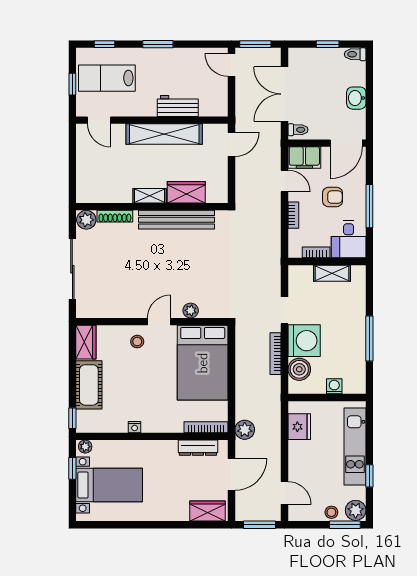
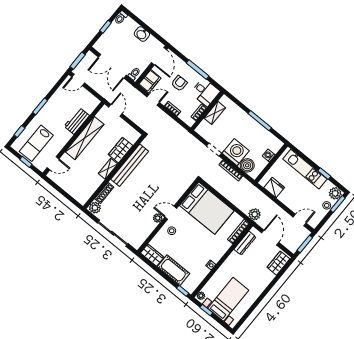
plant: (191, 310) -> (158, 218), moved
door: (159, 322) -> (171, 213), hinge flipped

